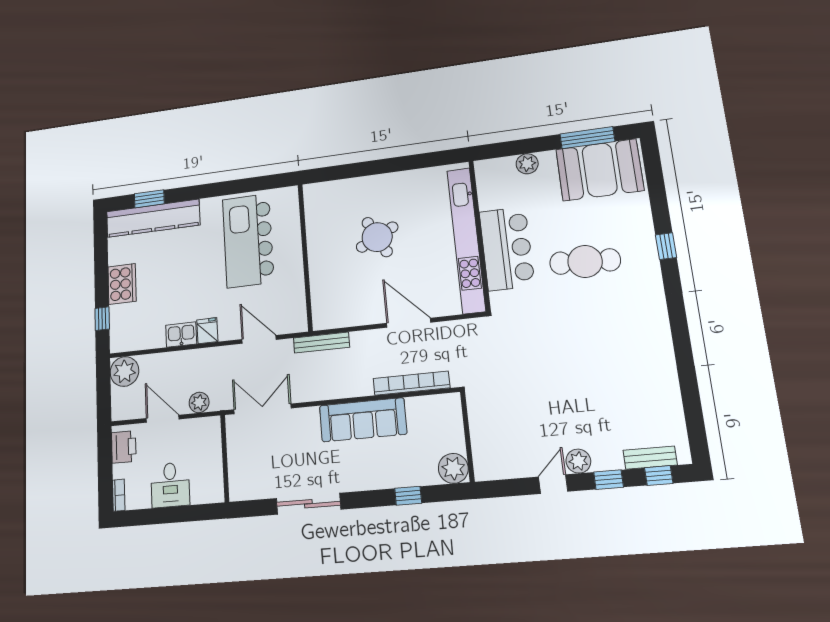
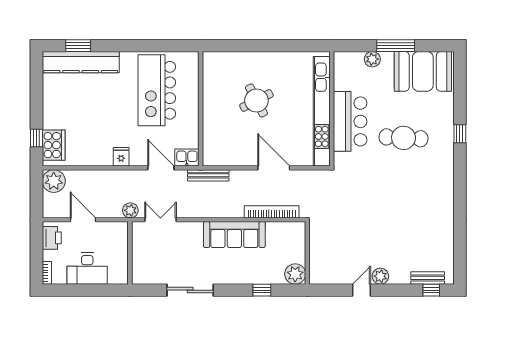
window: (587, 138) -> (396, 46), moved
cooker: (122, 284) -> (54, 145), moved
kitchen sink: (181, 335) -> (187, 157), moved
plant: (199, 402) -> (130, 210), moved
double door: (262, 409) -> (160, 220), width x0.73
window: (609, 480) -> (399, 290), removed
desk: (170, 485) -> (87, 269), width x1.37

